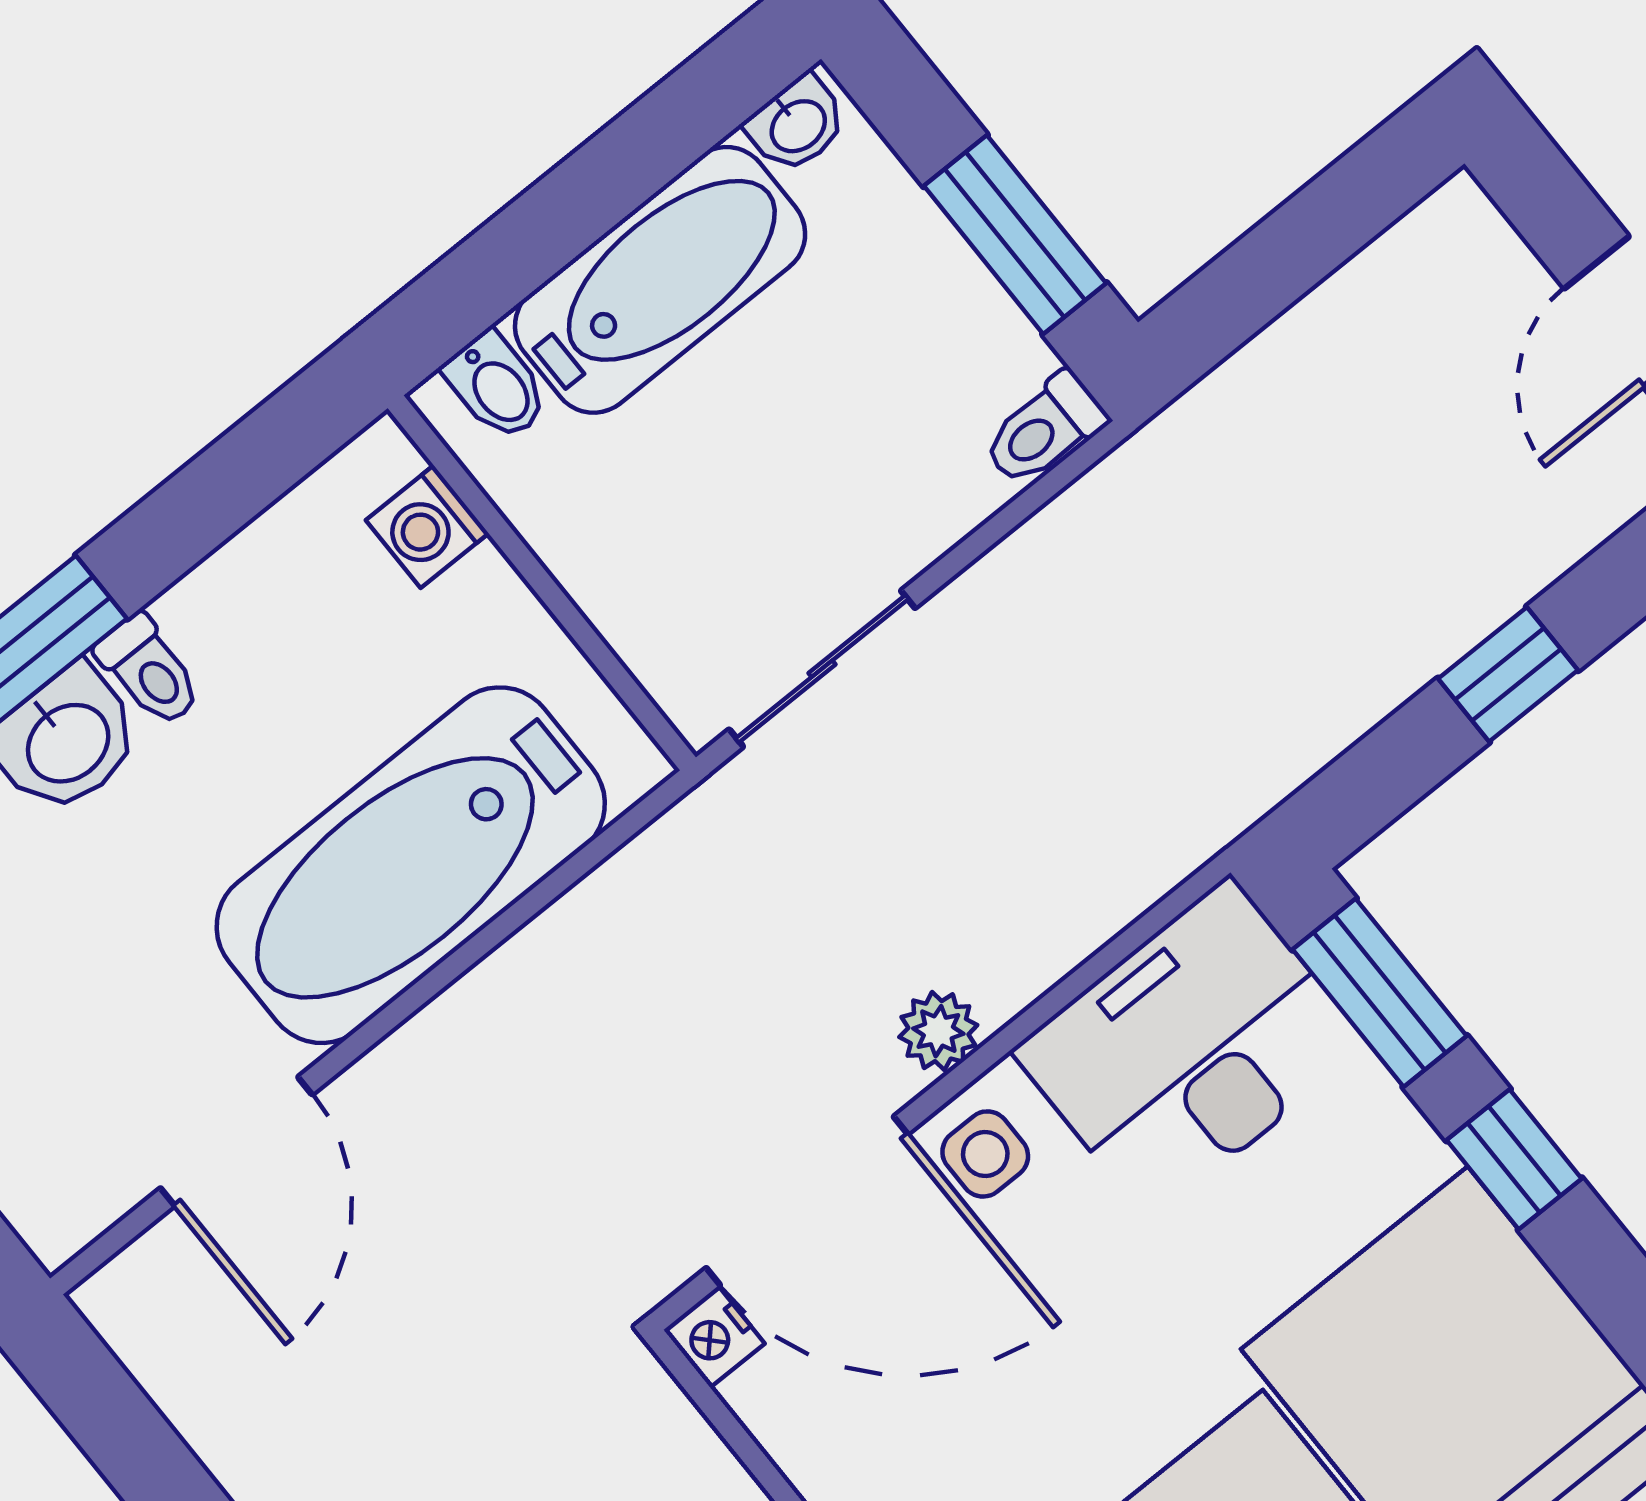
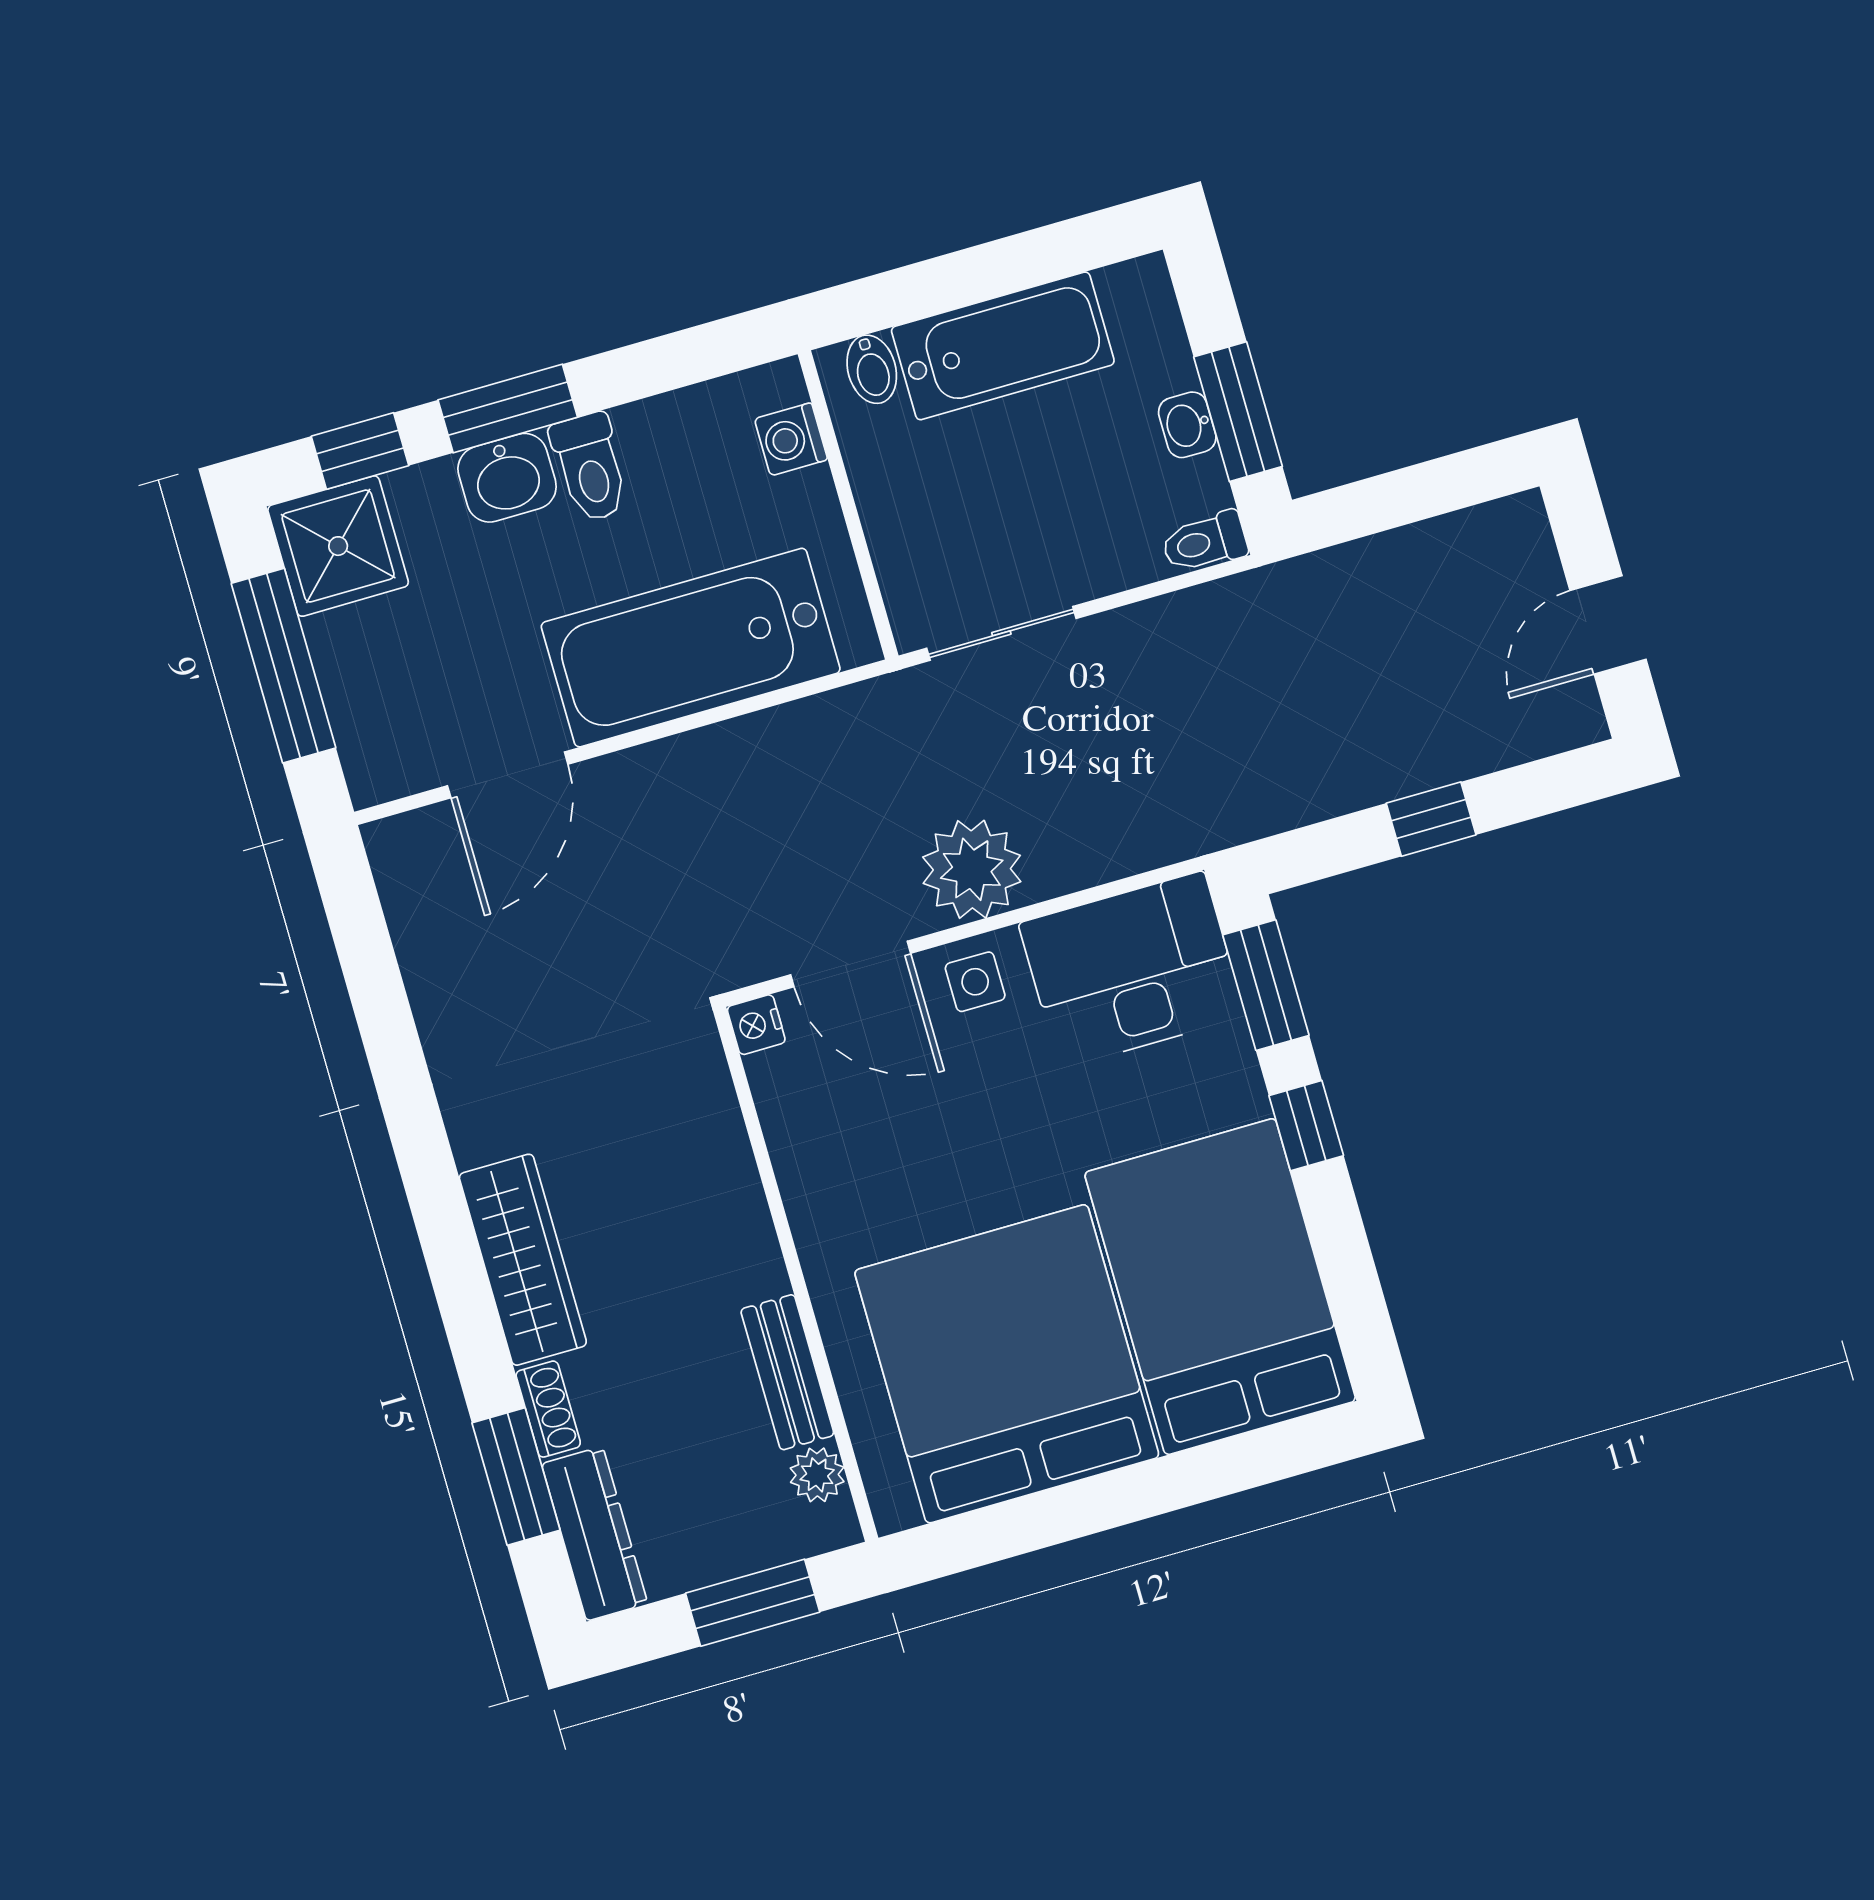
washbasin: (797, 124) -> (1187, 425), moved, turned 90
toilet: (149, 671) -> (590, 467), width x1.37, depth x1.39
plant: (938, 1031) -> (972, 869), width x1.88, depth x1.88
door: (807, 1201) -> (851, 964), width x0.73

